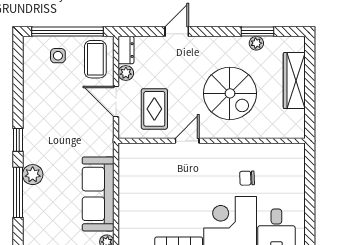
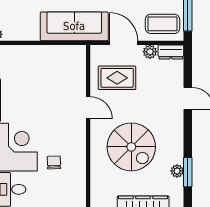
spiral stairs: (230, 93) -> (131, 147), turned -90
door: (116, 102) -> (124, 43), hinge flipped
sofa: (98, 194) -> (74, 26), moved

